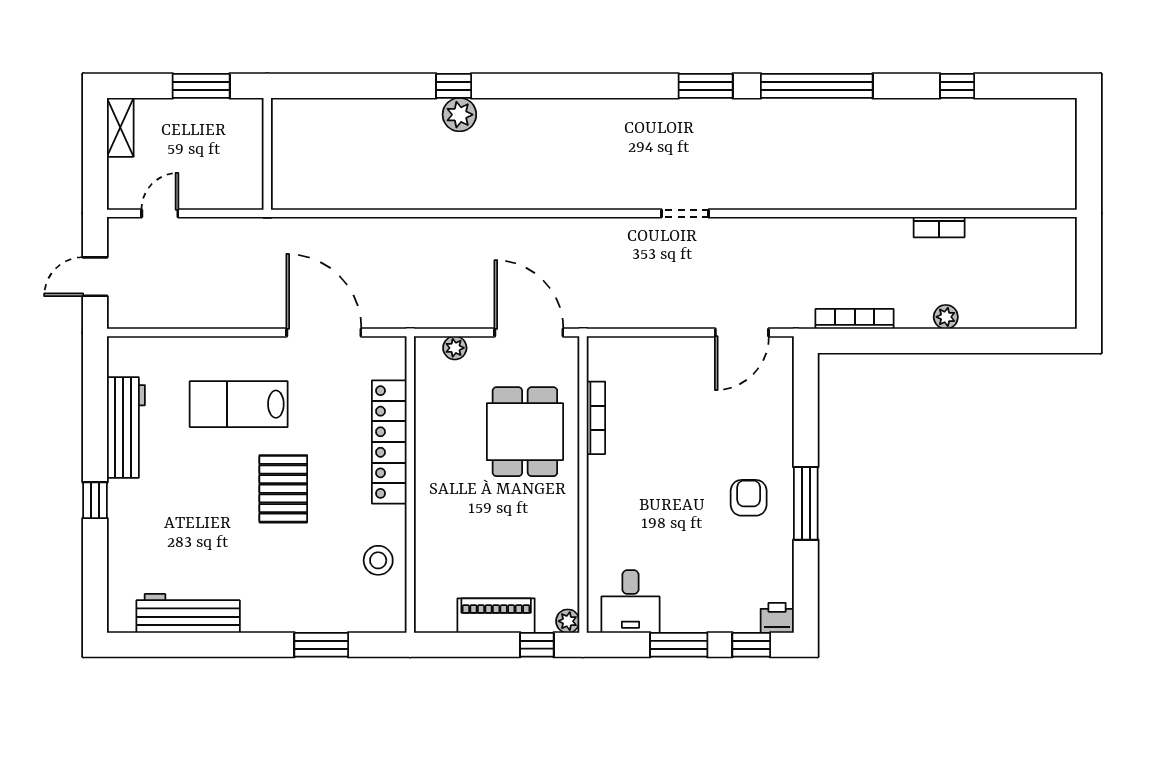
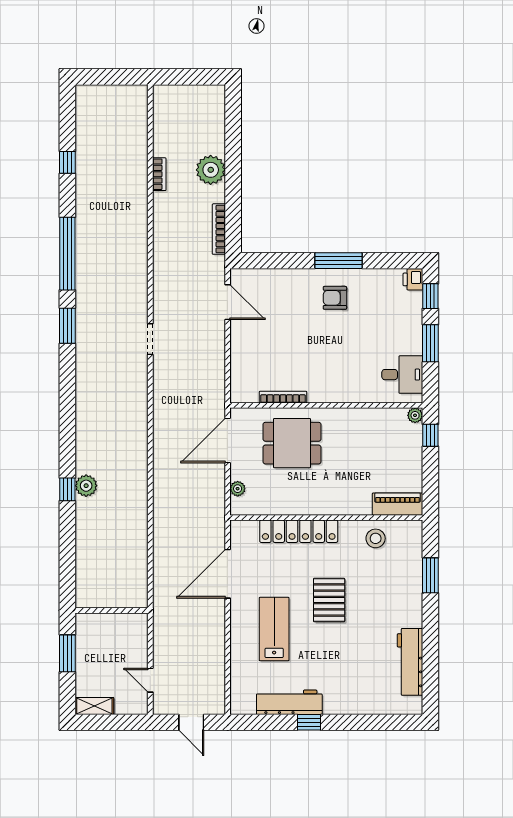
plant: (946, 317) -> (211, 170), width x1.87, depth x1.87
lab bench: (239, 404) -> (274, 629), turned 180
pallet: (283, 489) -> (329, 600), turned 90
window: (95, 500) -> (309, 722), moved
piano: (496, 616) -> (398, 504), moved, turned 90

